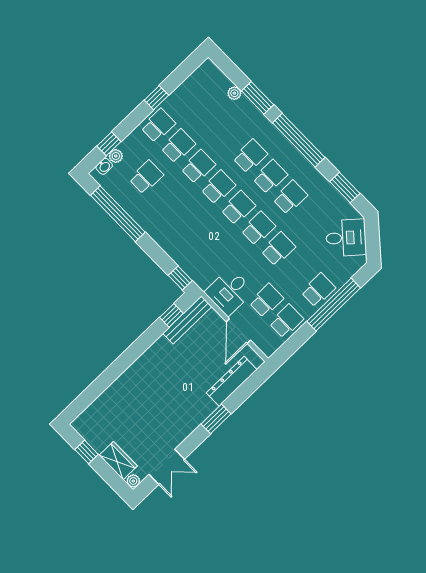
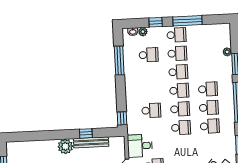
window: (156, 98) -> (187, 21), width x2.17
window: (109, 144) -> (156, 22), moved
window: (118, 214) -> (119, 61), width x0.68
school desk: (278, 249) -> (151, 110), moved
window: (171, 315) -> (86, 133), moved
bench: (187, 320) -> (91, 142), moved
plant: (143, 369) -> (65, 146), added

